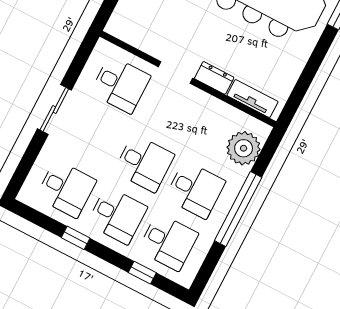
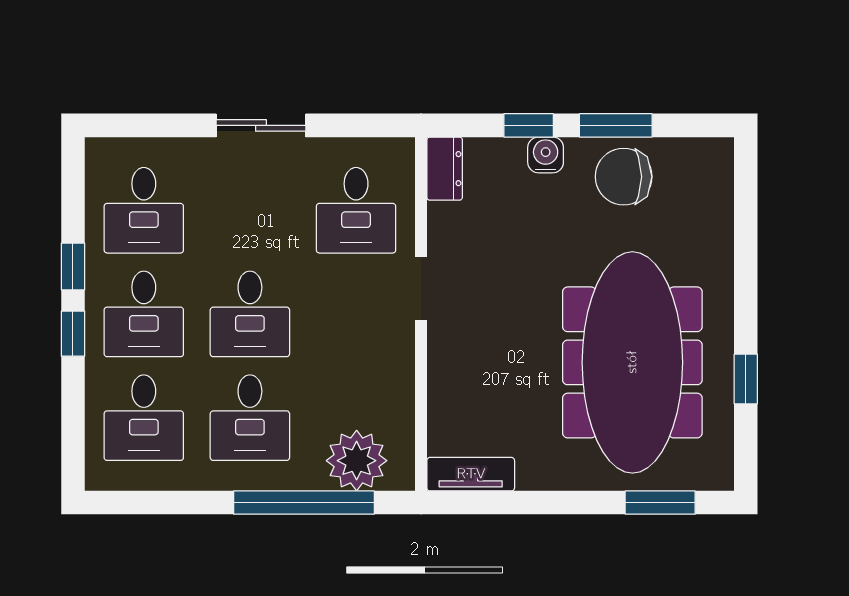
dresser: (214, 78) -> (445, 169), moved
tv unit: (253, 99) -> (471, 474), moved, turned -90
window: (238, 209) -> (304, 503), moved
window: (142, 273) -> (73, 334), moved

